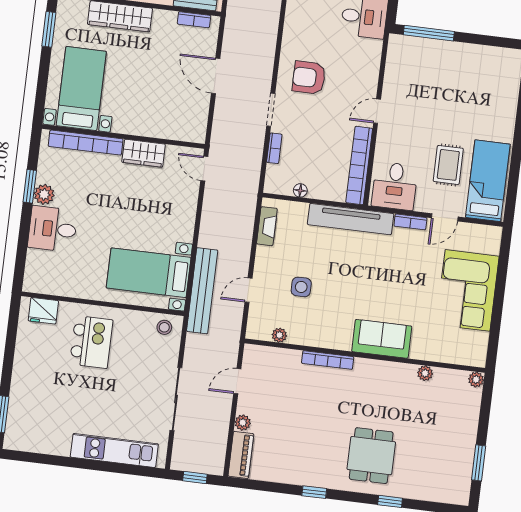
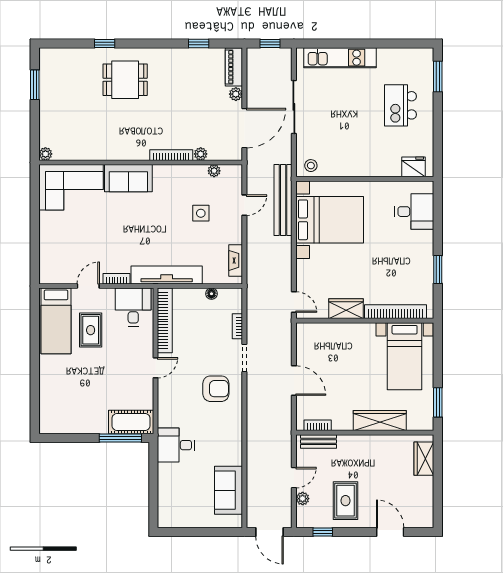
cot: (414, 51) -> (131, 422), added
plant: (44, 194) -> (425, 264), removed
desk: (53, 229) -> (414, 212), moved
bed with nightstands: (149, 273) -> (330, 220), width x1.36
corner sofa: (468, 290) -> (71, 187), moved, turned 90
kitchen island: (91, 342) -> (400, 105), moved
plant: (425, 373) -> (201, 154), moved
door: (237, 381) -> (244, 128), width x1.87
dining table: (371, 456) -> (125, 80), turned 90
window: (314, 492) -> (199, 43), moved

